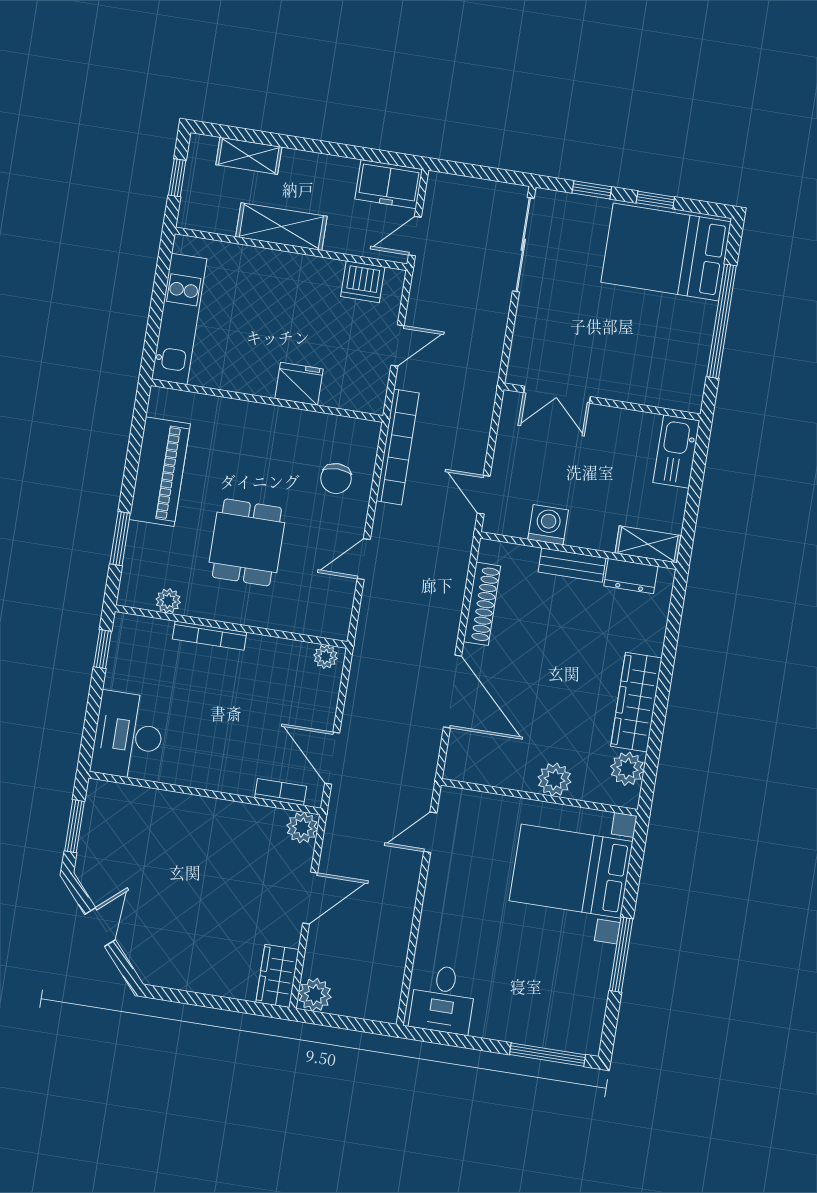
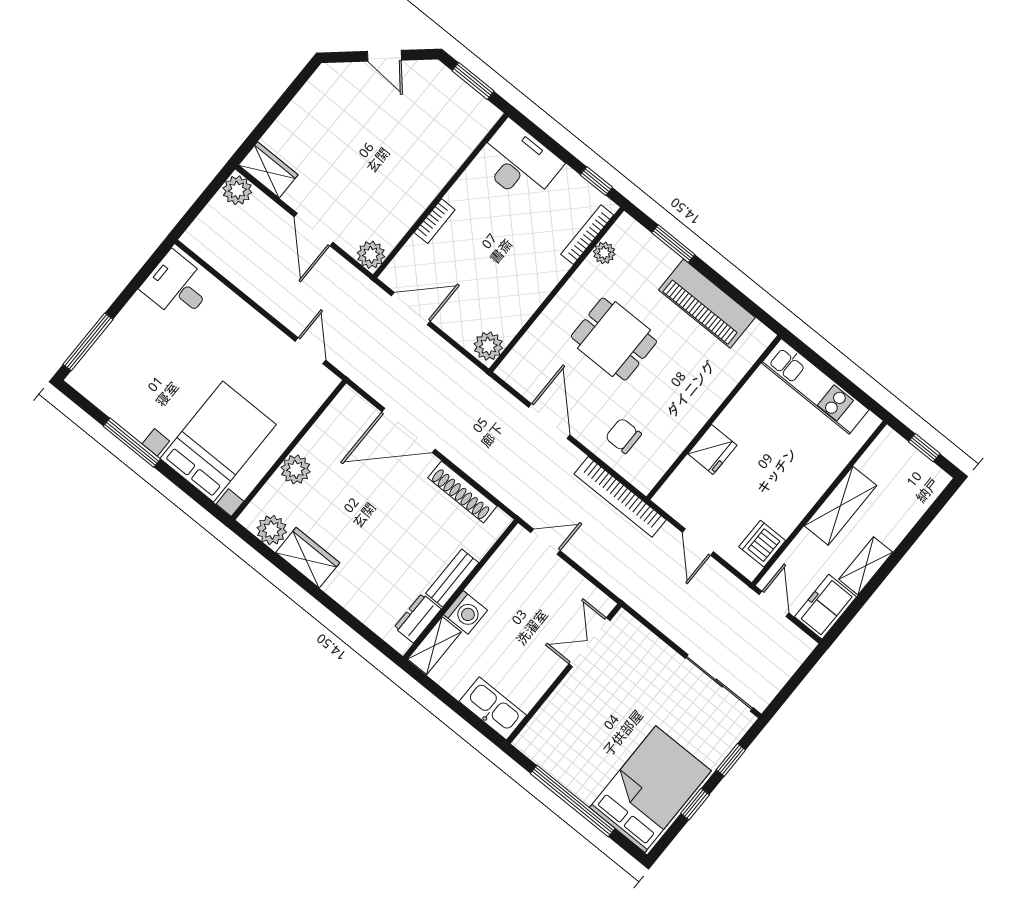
shelving: (249, 156) -> (866, 566), moved
washing machine: (548, 525) -> (466, 612), moved
door: (364, 559) -> (549, 421), width x1.38
bookcase: (210, 636) -> (587, 235), moved
plant: (326, 657) -> (488, 346), width x1.38, depth x1.38
wardrobe: (636, 702) -> (308, 558), width x0.67
bookcase: (281, 792) -> (435, 221), moved

